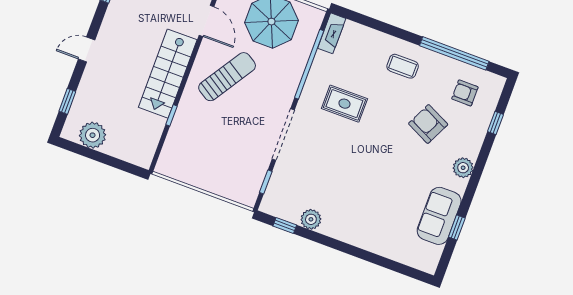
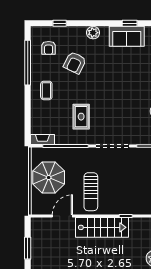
sun lounger: (227, 77) -> (91, 192), turned -123

